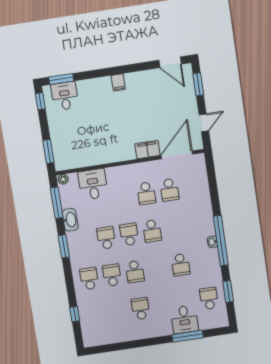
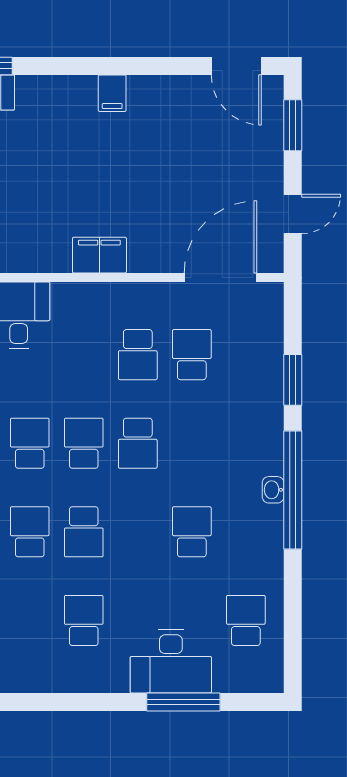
filing cabinet: (147, 150) -> (99, 255), moved
school desk: (169, 190) -> (192, 355), turned 180
school desk: (181, 265) -> (192, 532), turned 180
window: (228, 292) -> (293, 380), moved
desk: (184, 319) -> (171, 661), width x1.37

